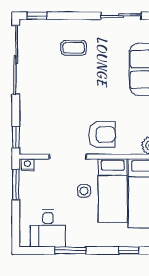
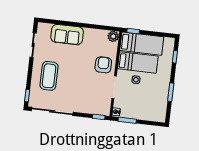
coffee table: (74, 48) -> (49, 76), width x1.86, depth x1.72
desk: (48, 228) -> (156, 104), removed

